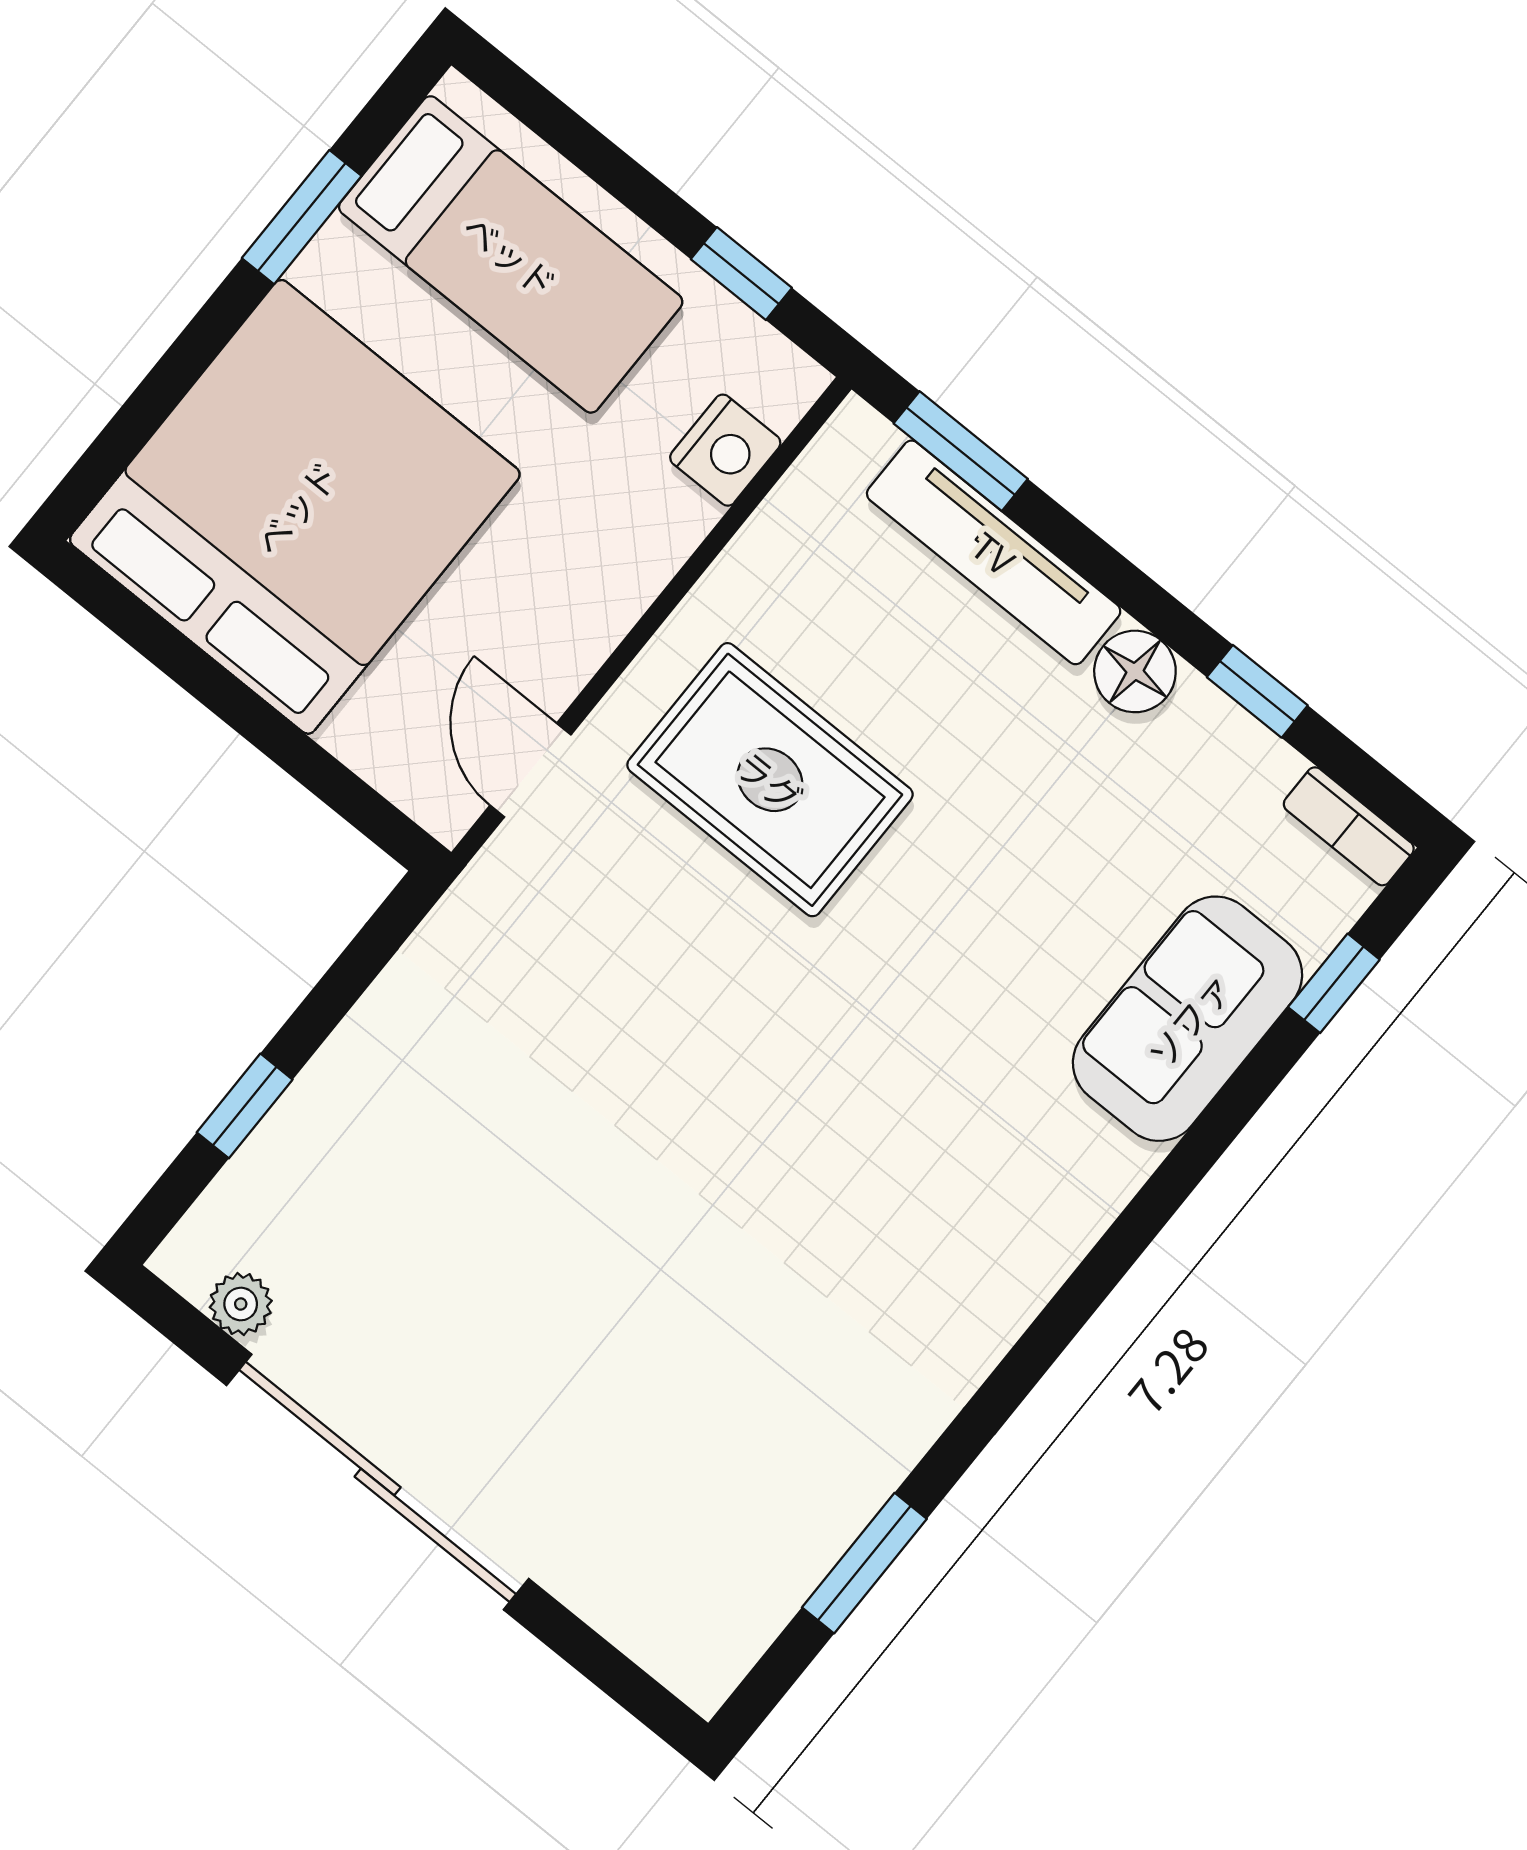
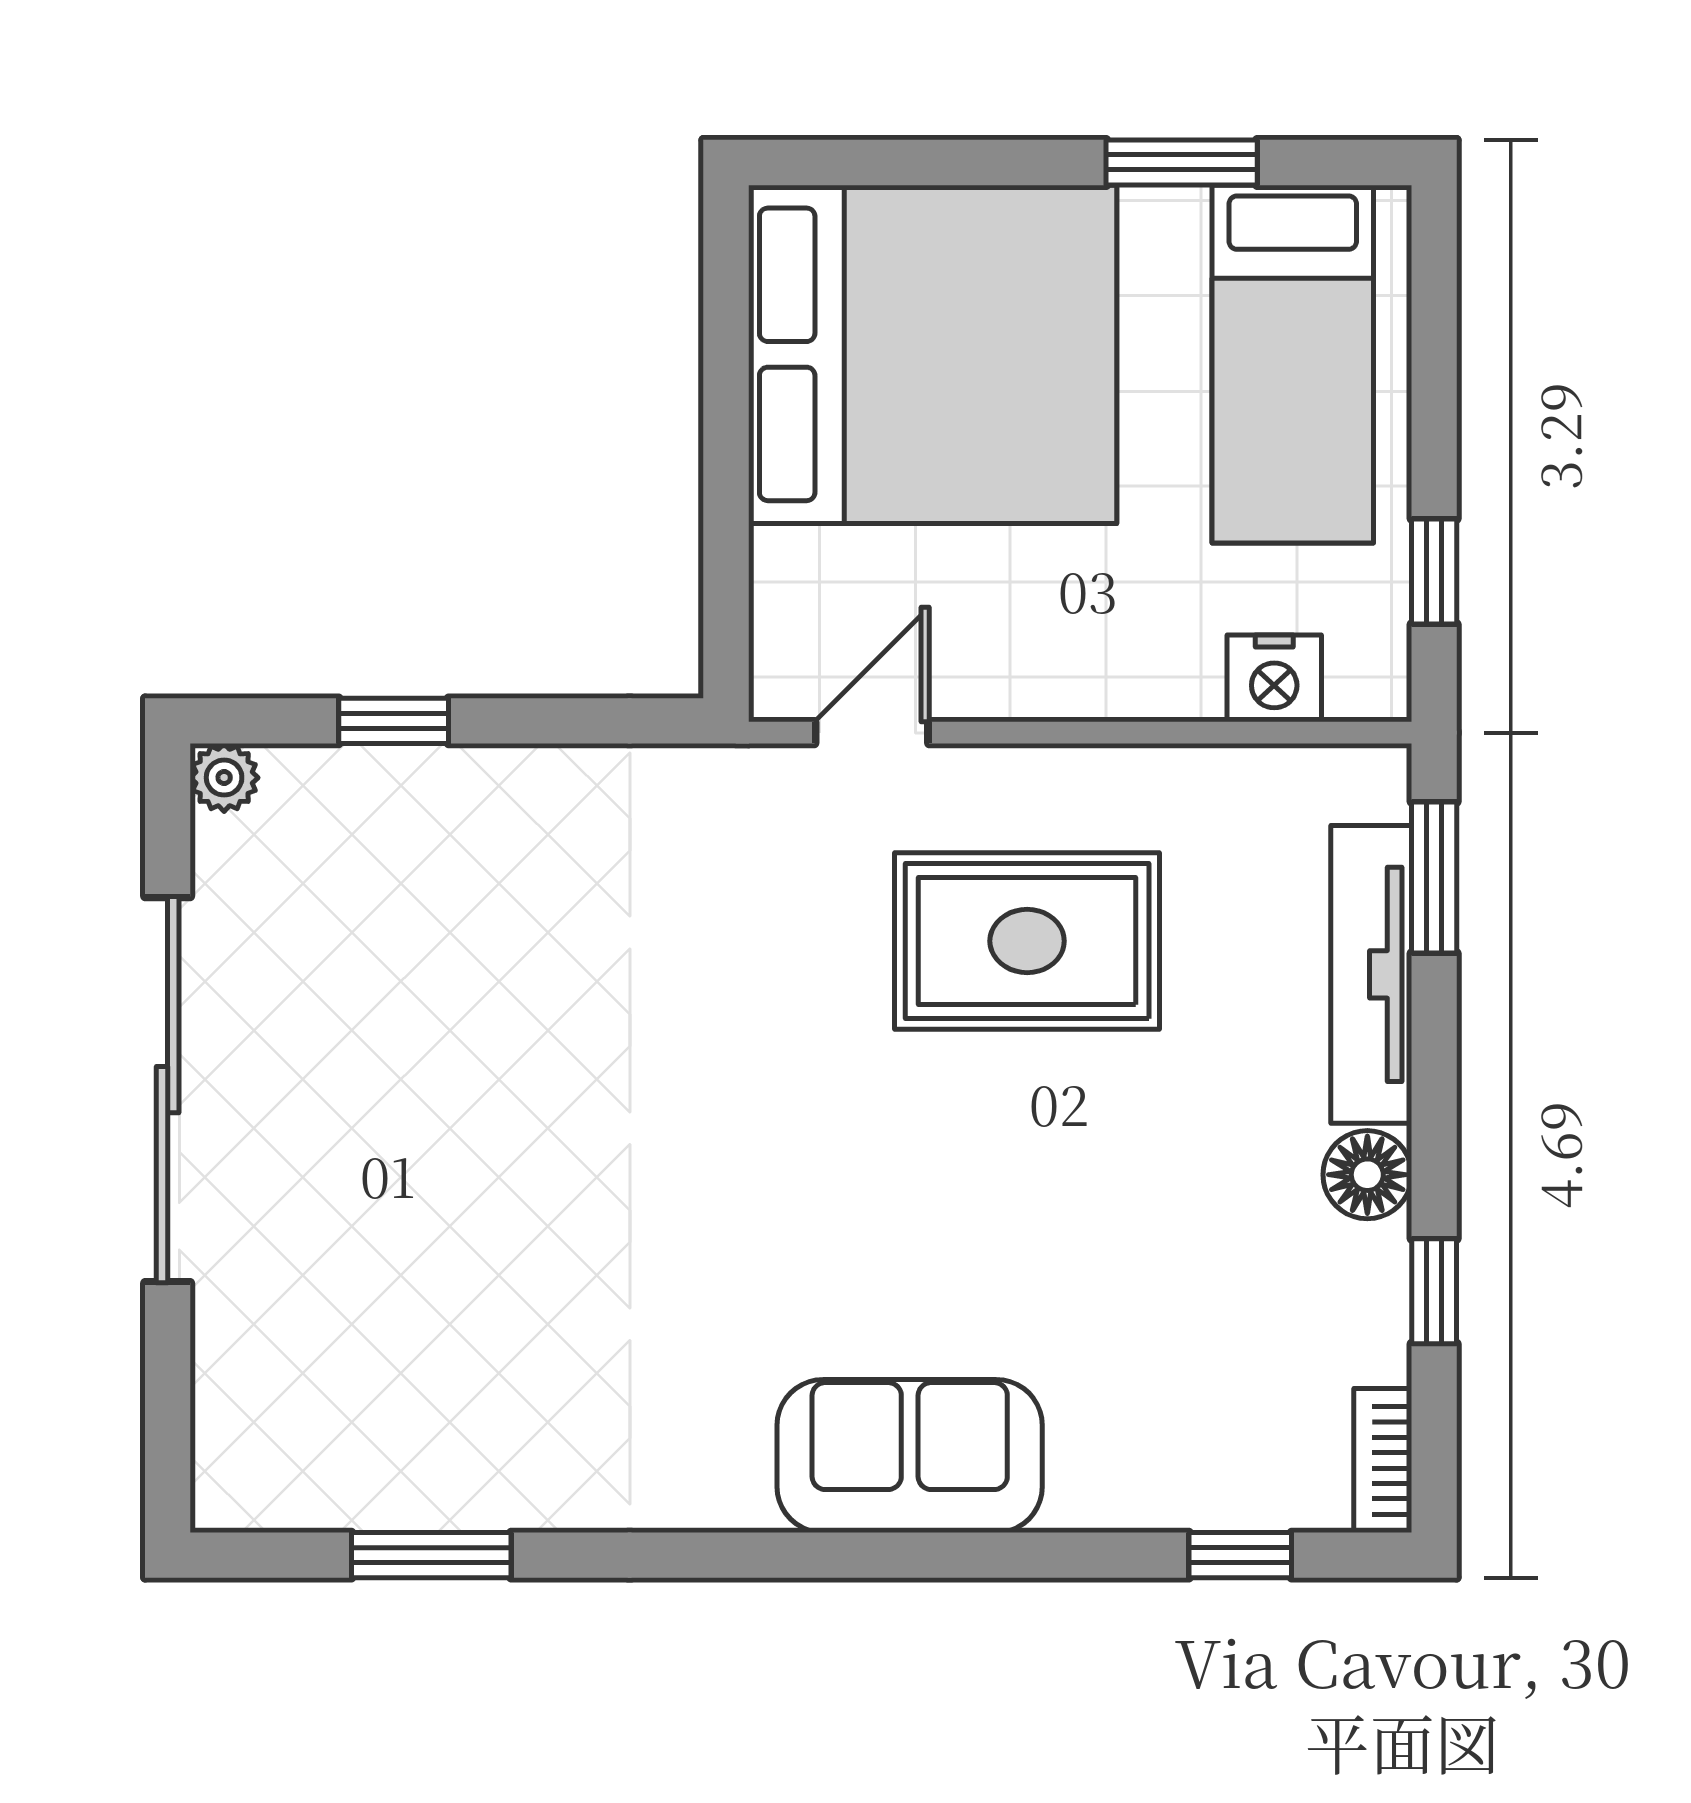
rug: (770, 780) -> (1027, 941), turned 90
sofa: (1188, 1019) -> (910, 1456), moved
plant: (241, 1304) -> (224, 778), moved

